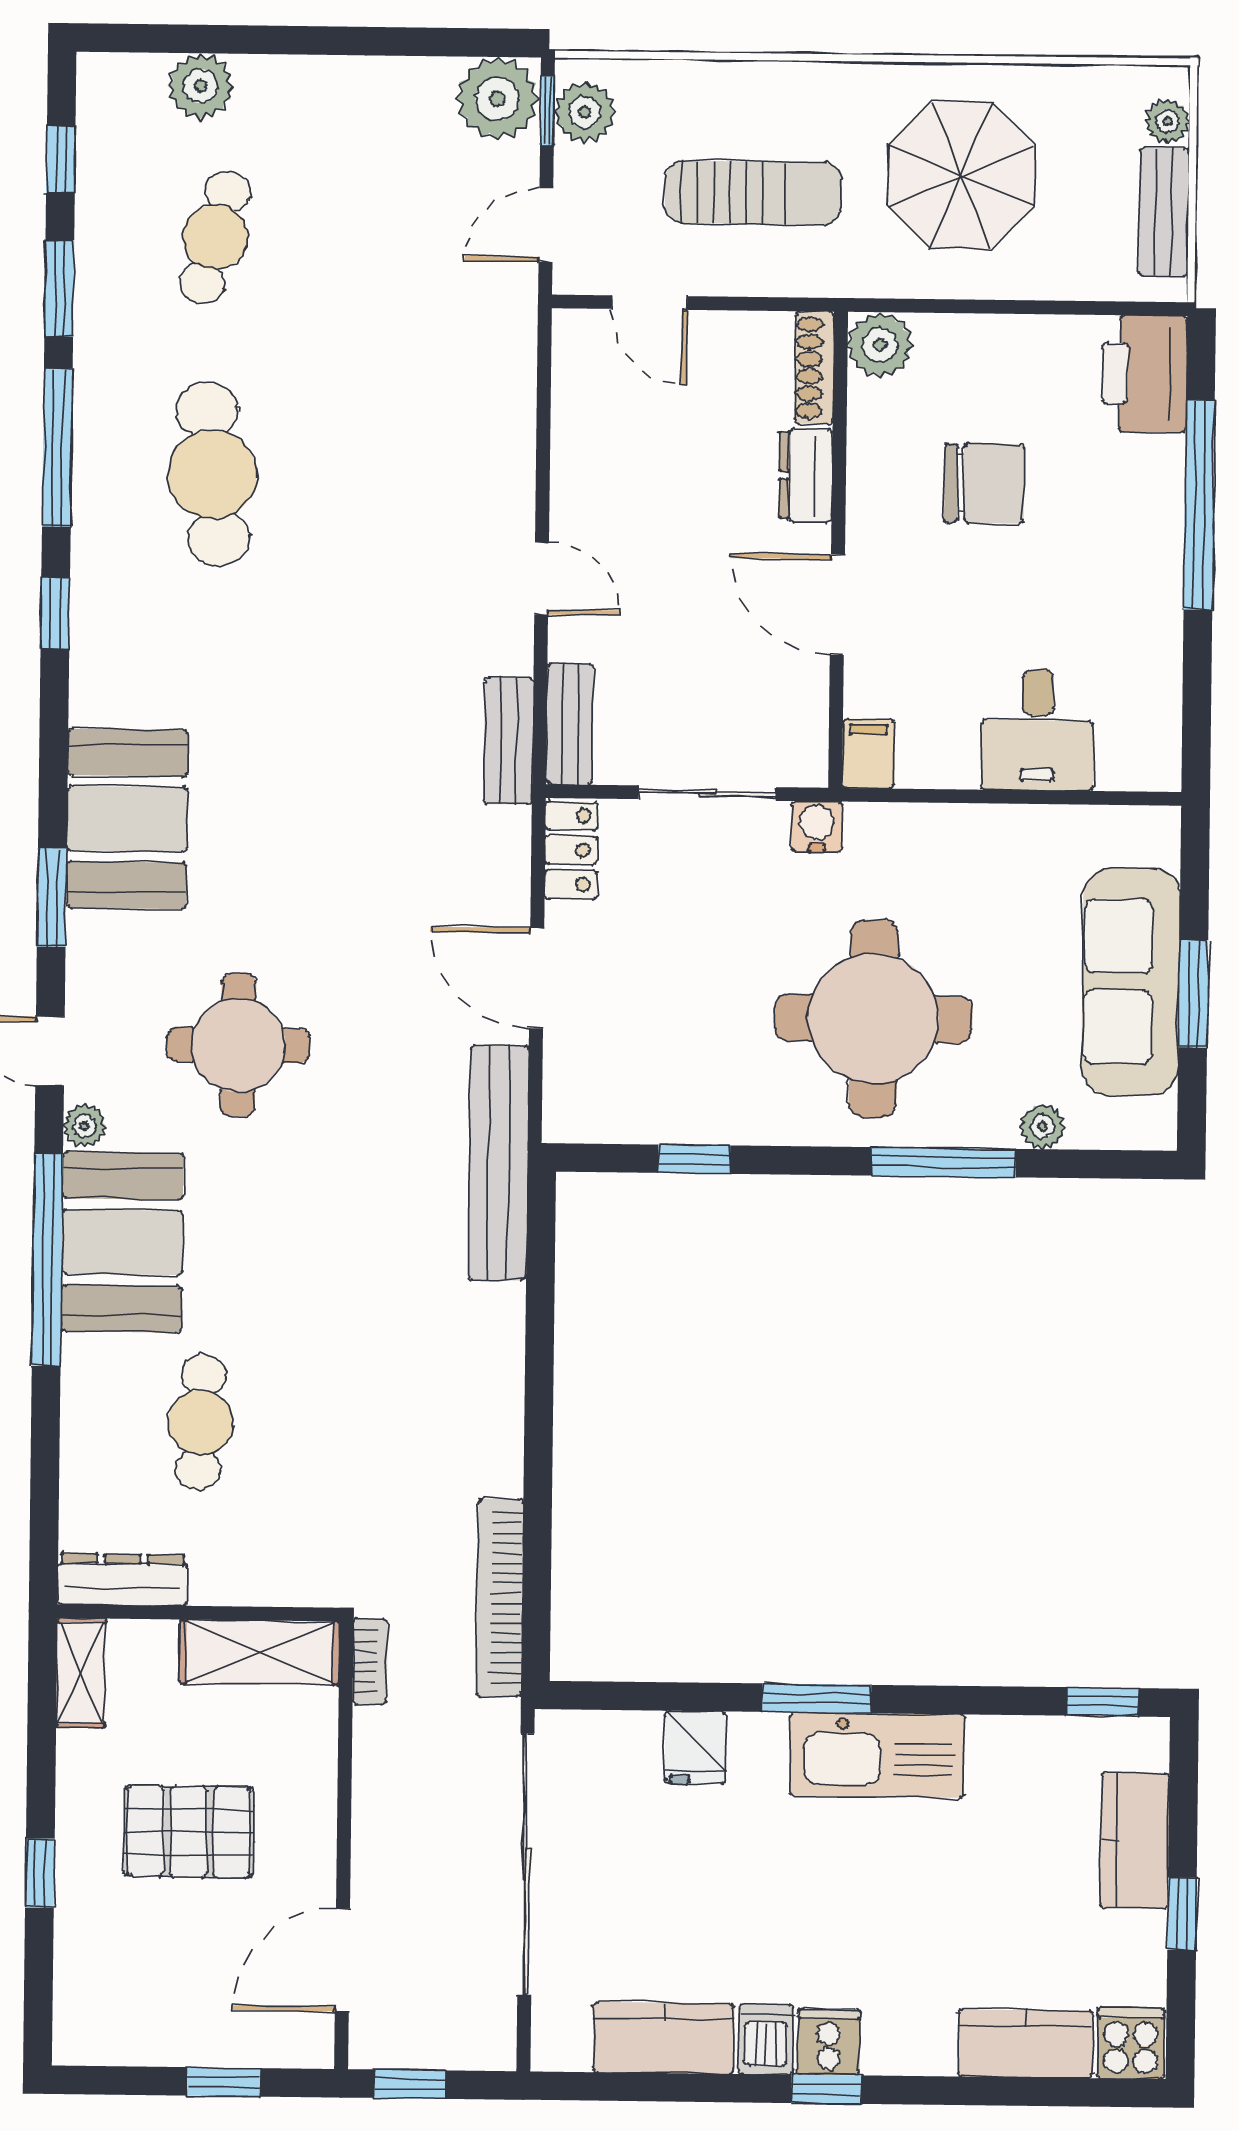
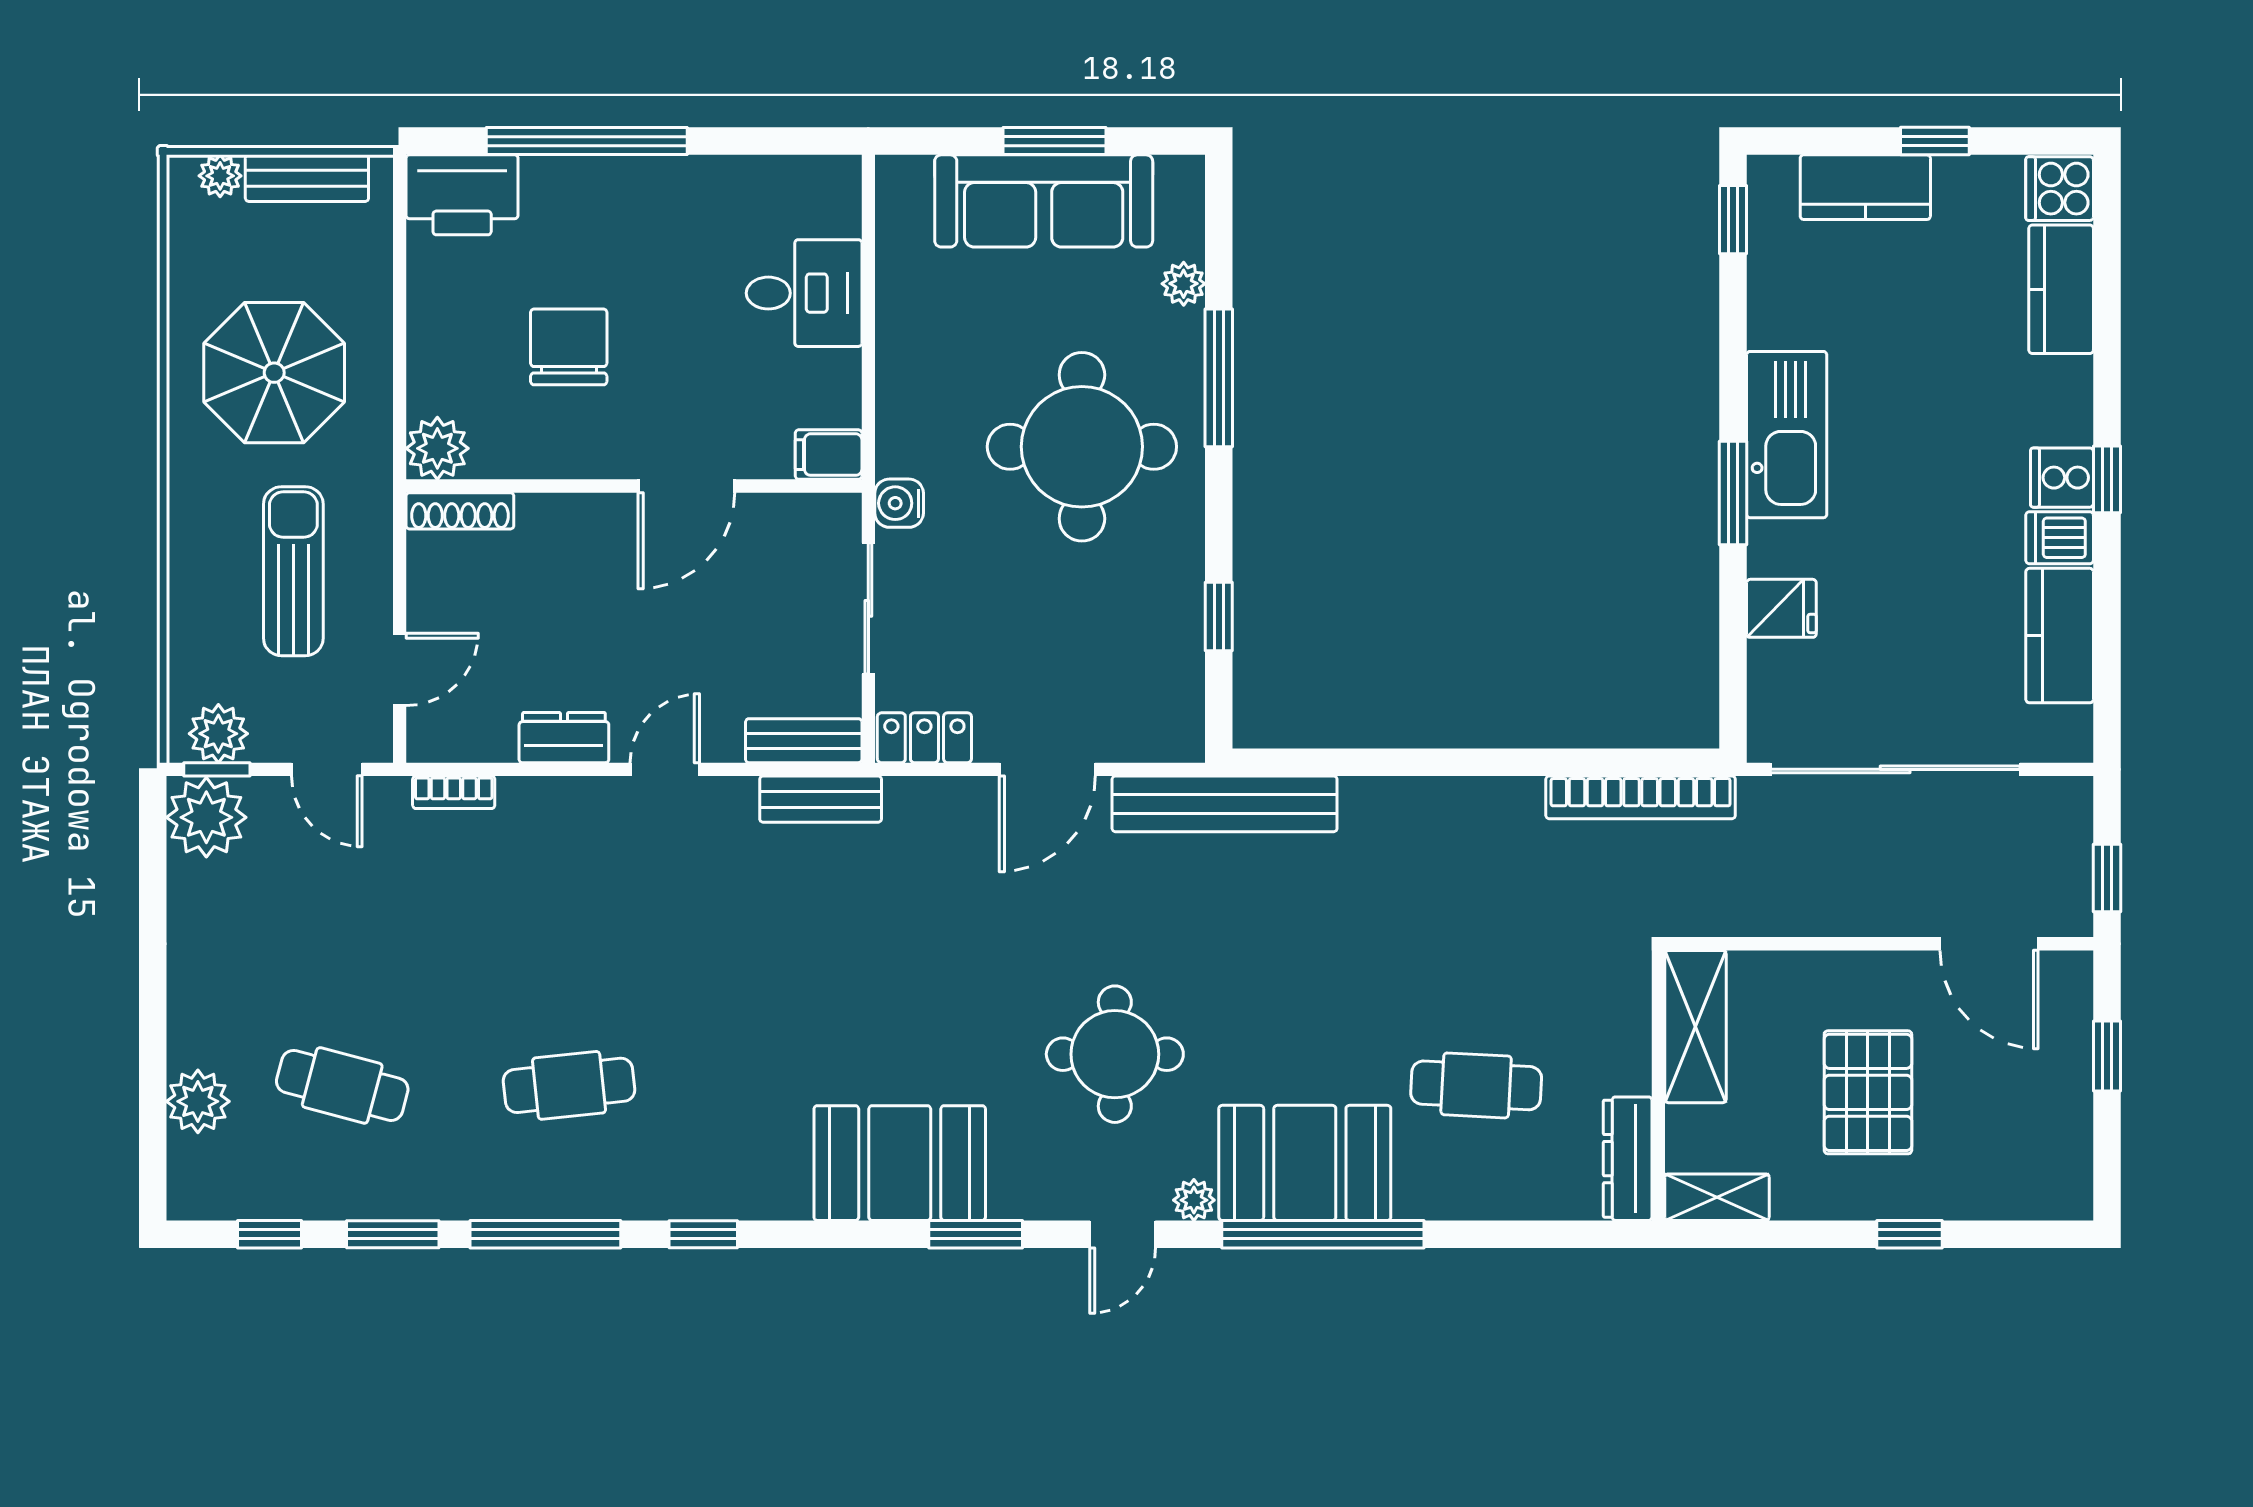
cafe table: (212, 474) -> (569, 1085), width x0.73, depth x0.74
dresser: (806, 475) -> (564, 738), moved, turned 180
bookcase: (370, 1661) -> (454, 792), moved, turned 180

